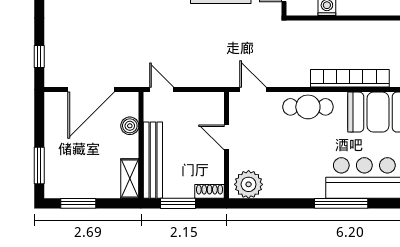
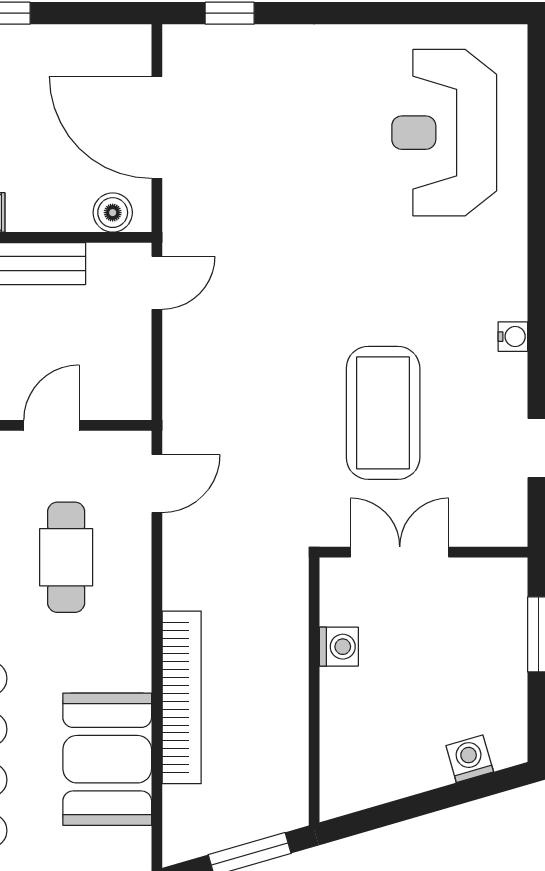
cafe table: (308, 107) -> (66, 557), moved
boiler: (130, 126) -> (113, 213), moved

